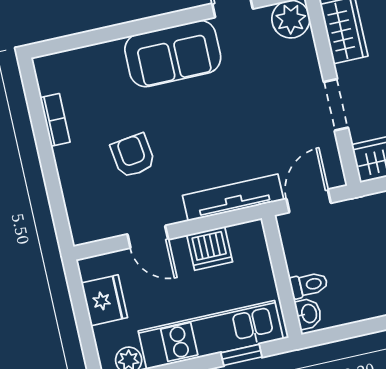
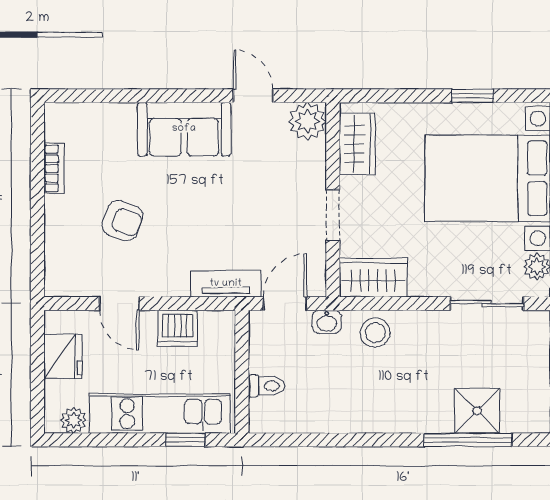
armchair: (133, 156) -> (123, 221), turned 119
tv unit: (233, 198) -> (226, 284), width x0.71
washbasin: (308, 314) -> (327, 322), moved, turned 90

